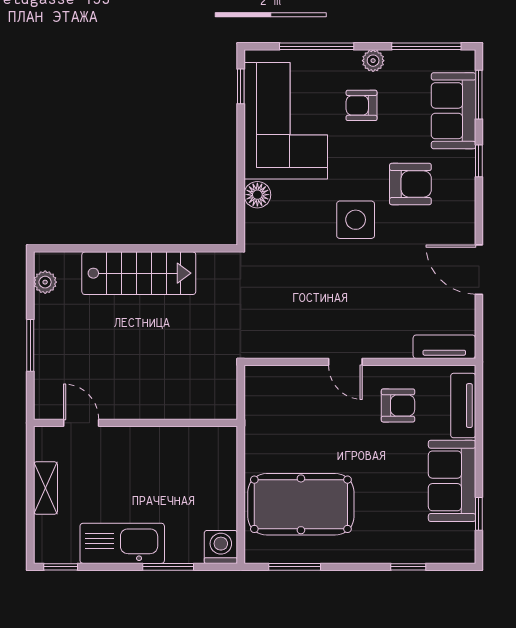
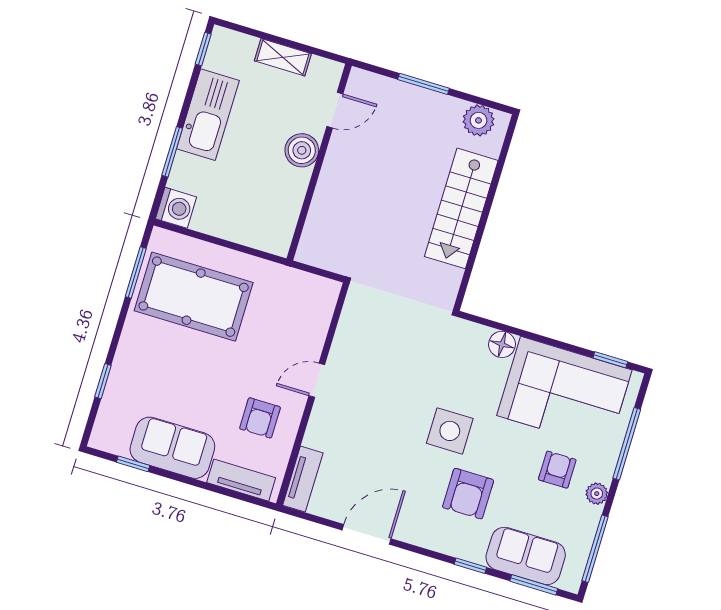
plant: (45, 282) -> (478, 120), width x1.38, depth x1.38
boiler: (129, 443) -> (302, 150), added
pool table: (301, 504) -> (194, 297), turned 90

